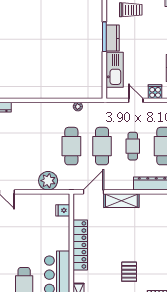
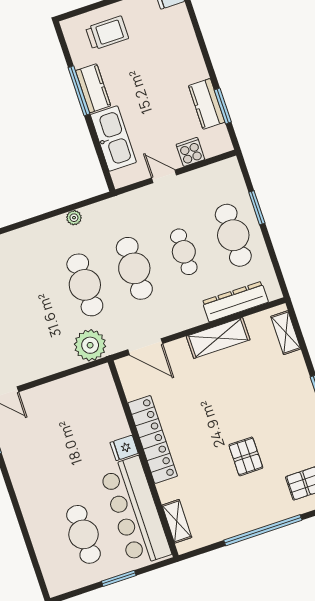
plant: (48, 181) -> (90, 345), moved
door: (93, 192) -> (145, 347), swing flipped
shelving: (121, 201) -> (218, 338), moved
fridge: (63, 210) -> (124, 448), moved

